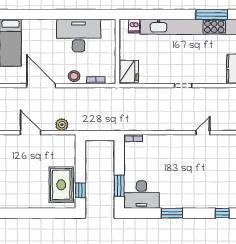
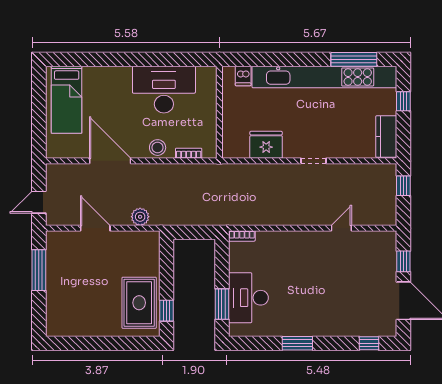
fridge: (129, 71) -> (266, 145), moved, turned -90
desk: (142, 195) -> (248, 298), moved, turned 90

